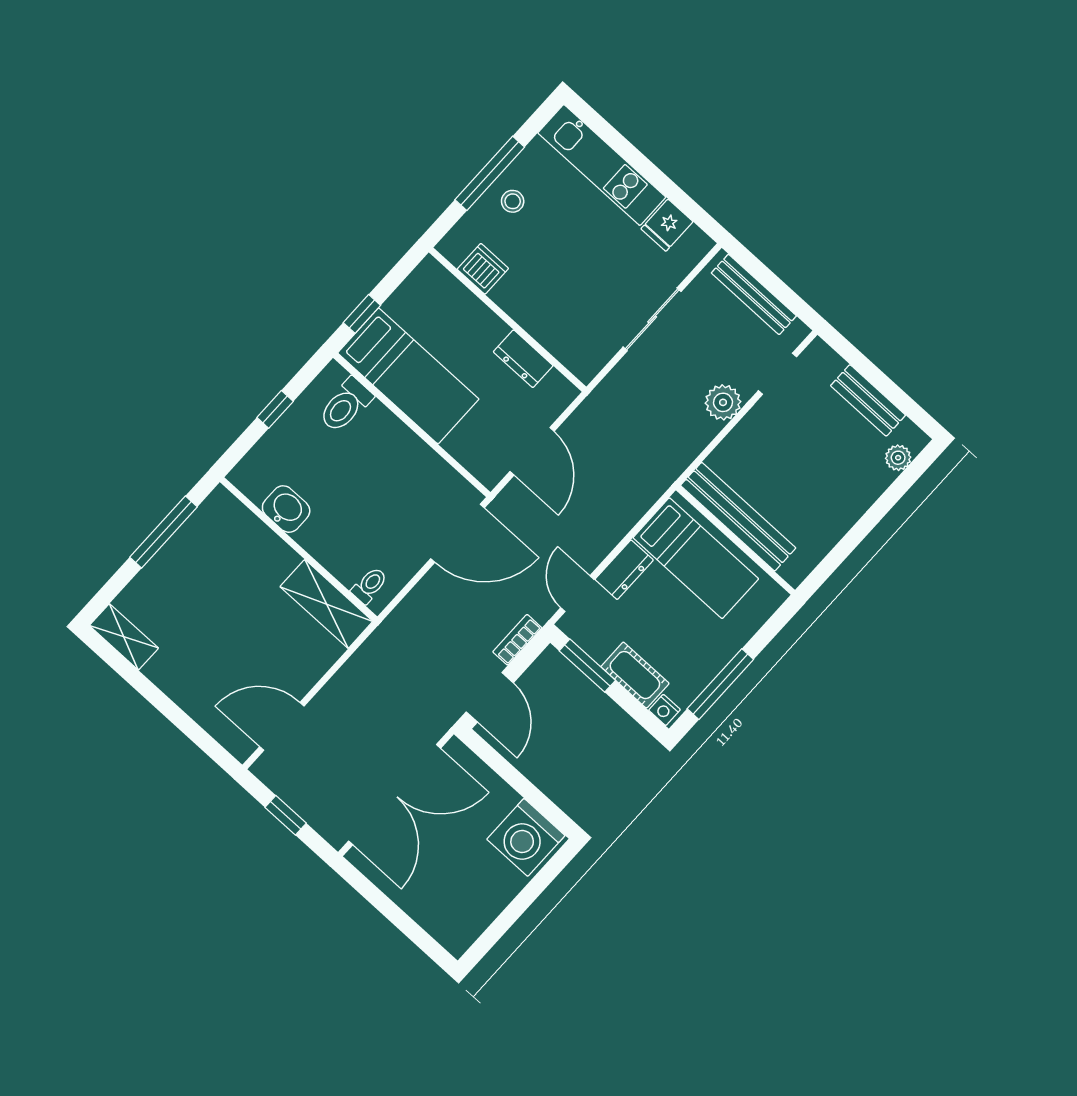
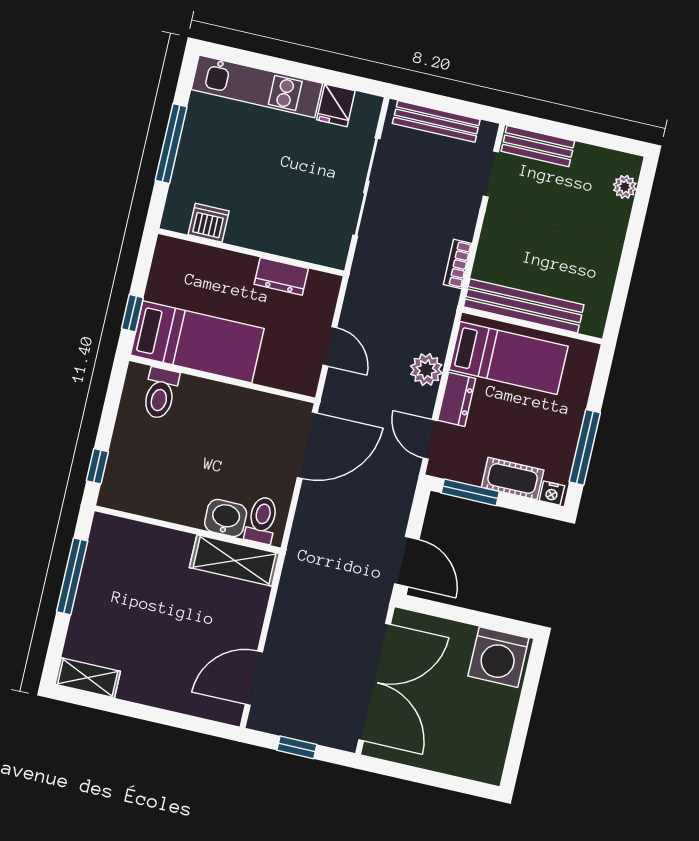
stool: (513, 201) -> (202, 156), removed
sliding door: (652, 319) -> (366, 187), width x1.37
bench: (868, 400) -> (538, 146), moved
plant: (723, 402) -> (426, 369), moved
window: (275, 409) -> (97, 466), moved
door: (532, 451) -> (330, 346), width x0.73
washbasin: (286, 509) -> (226, 518), moved
toilet: (369, 585) -> (262, 520), width x1.37, depth x1.39
bookcase: (517, 640) -> (458, 264), moved

